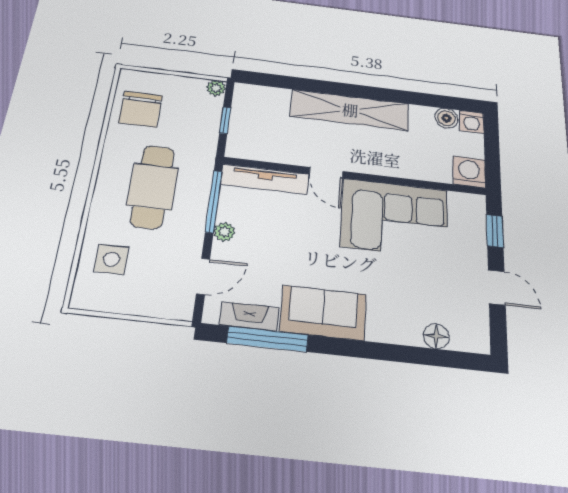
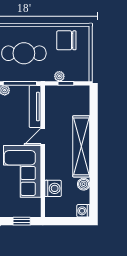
plant: (216, 88) -> (59, 76), moved
boiler: (446, 118) -> (84, 184), moved
washing machine: (469, 172) -> (53, 188), moved

